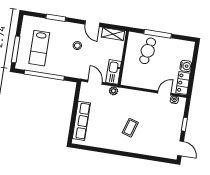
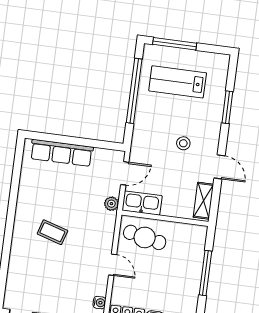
door: (92, 24) -> (220, 167), swing flipped
cafe table: (148, 51) -> (145, 237), moved
door: (164, 93) -> (113, 265), moved

